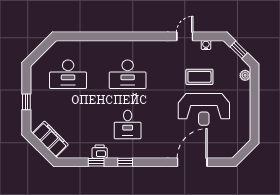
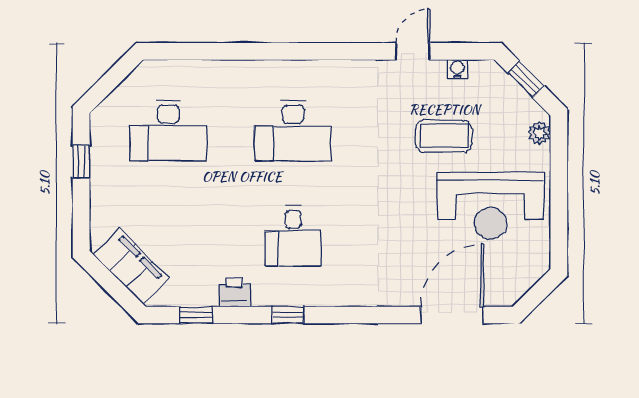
window: (26, 102) -> (81, 162), moved
reception desk: (204, 109) -> (491, 206), moved
window: (96, 162) -> (196, 315), moved
door: (192, 162) -> (452, 315), moved

